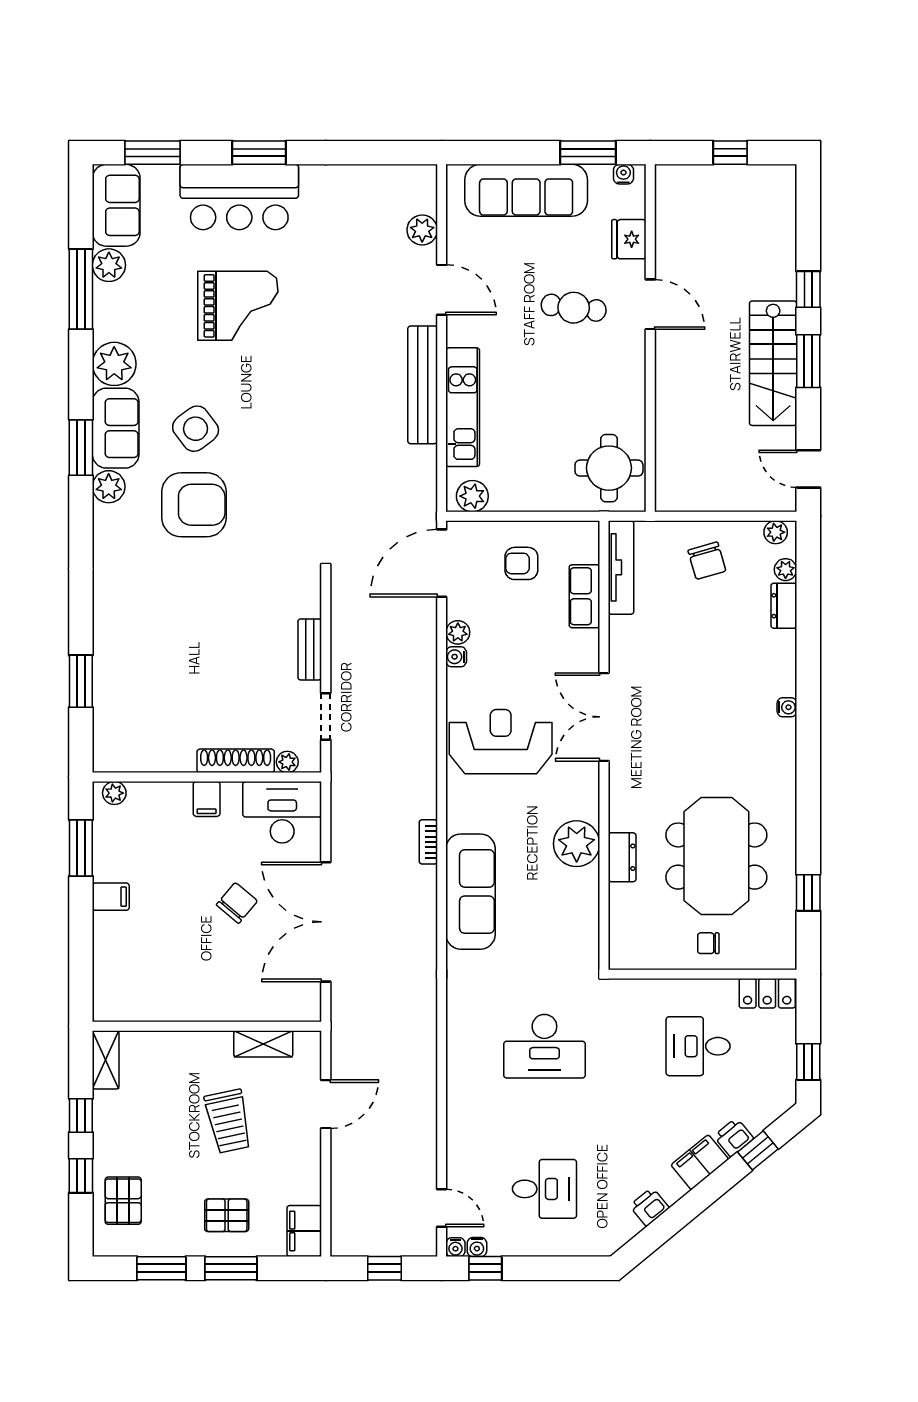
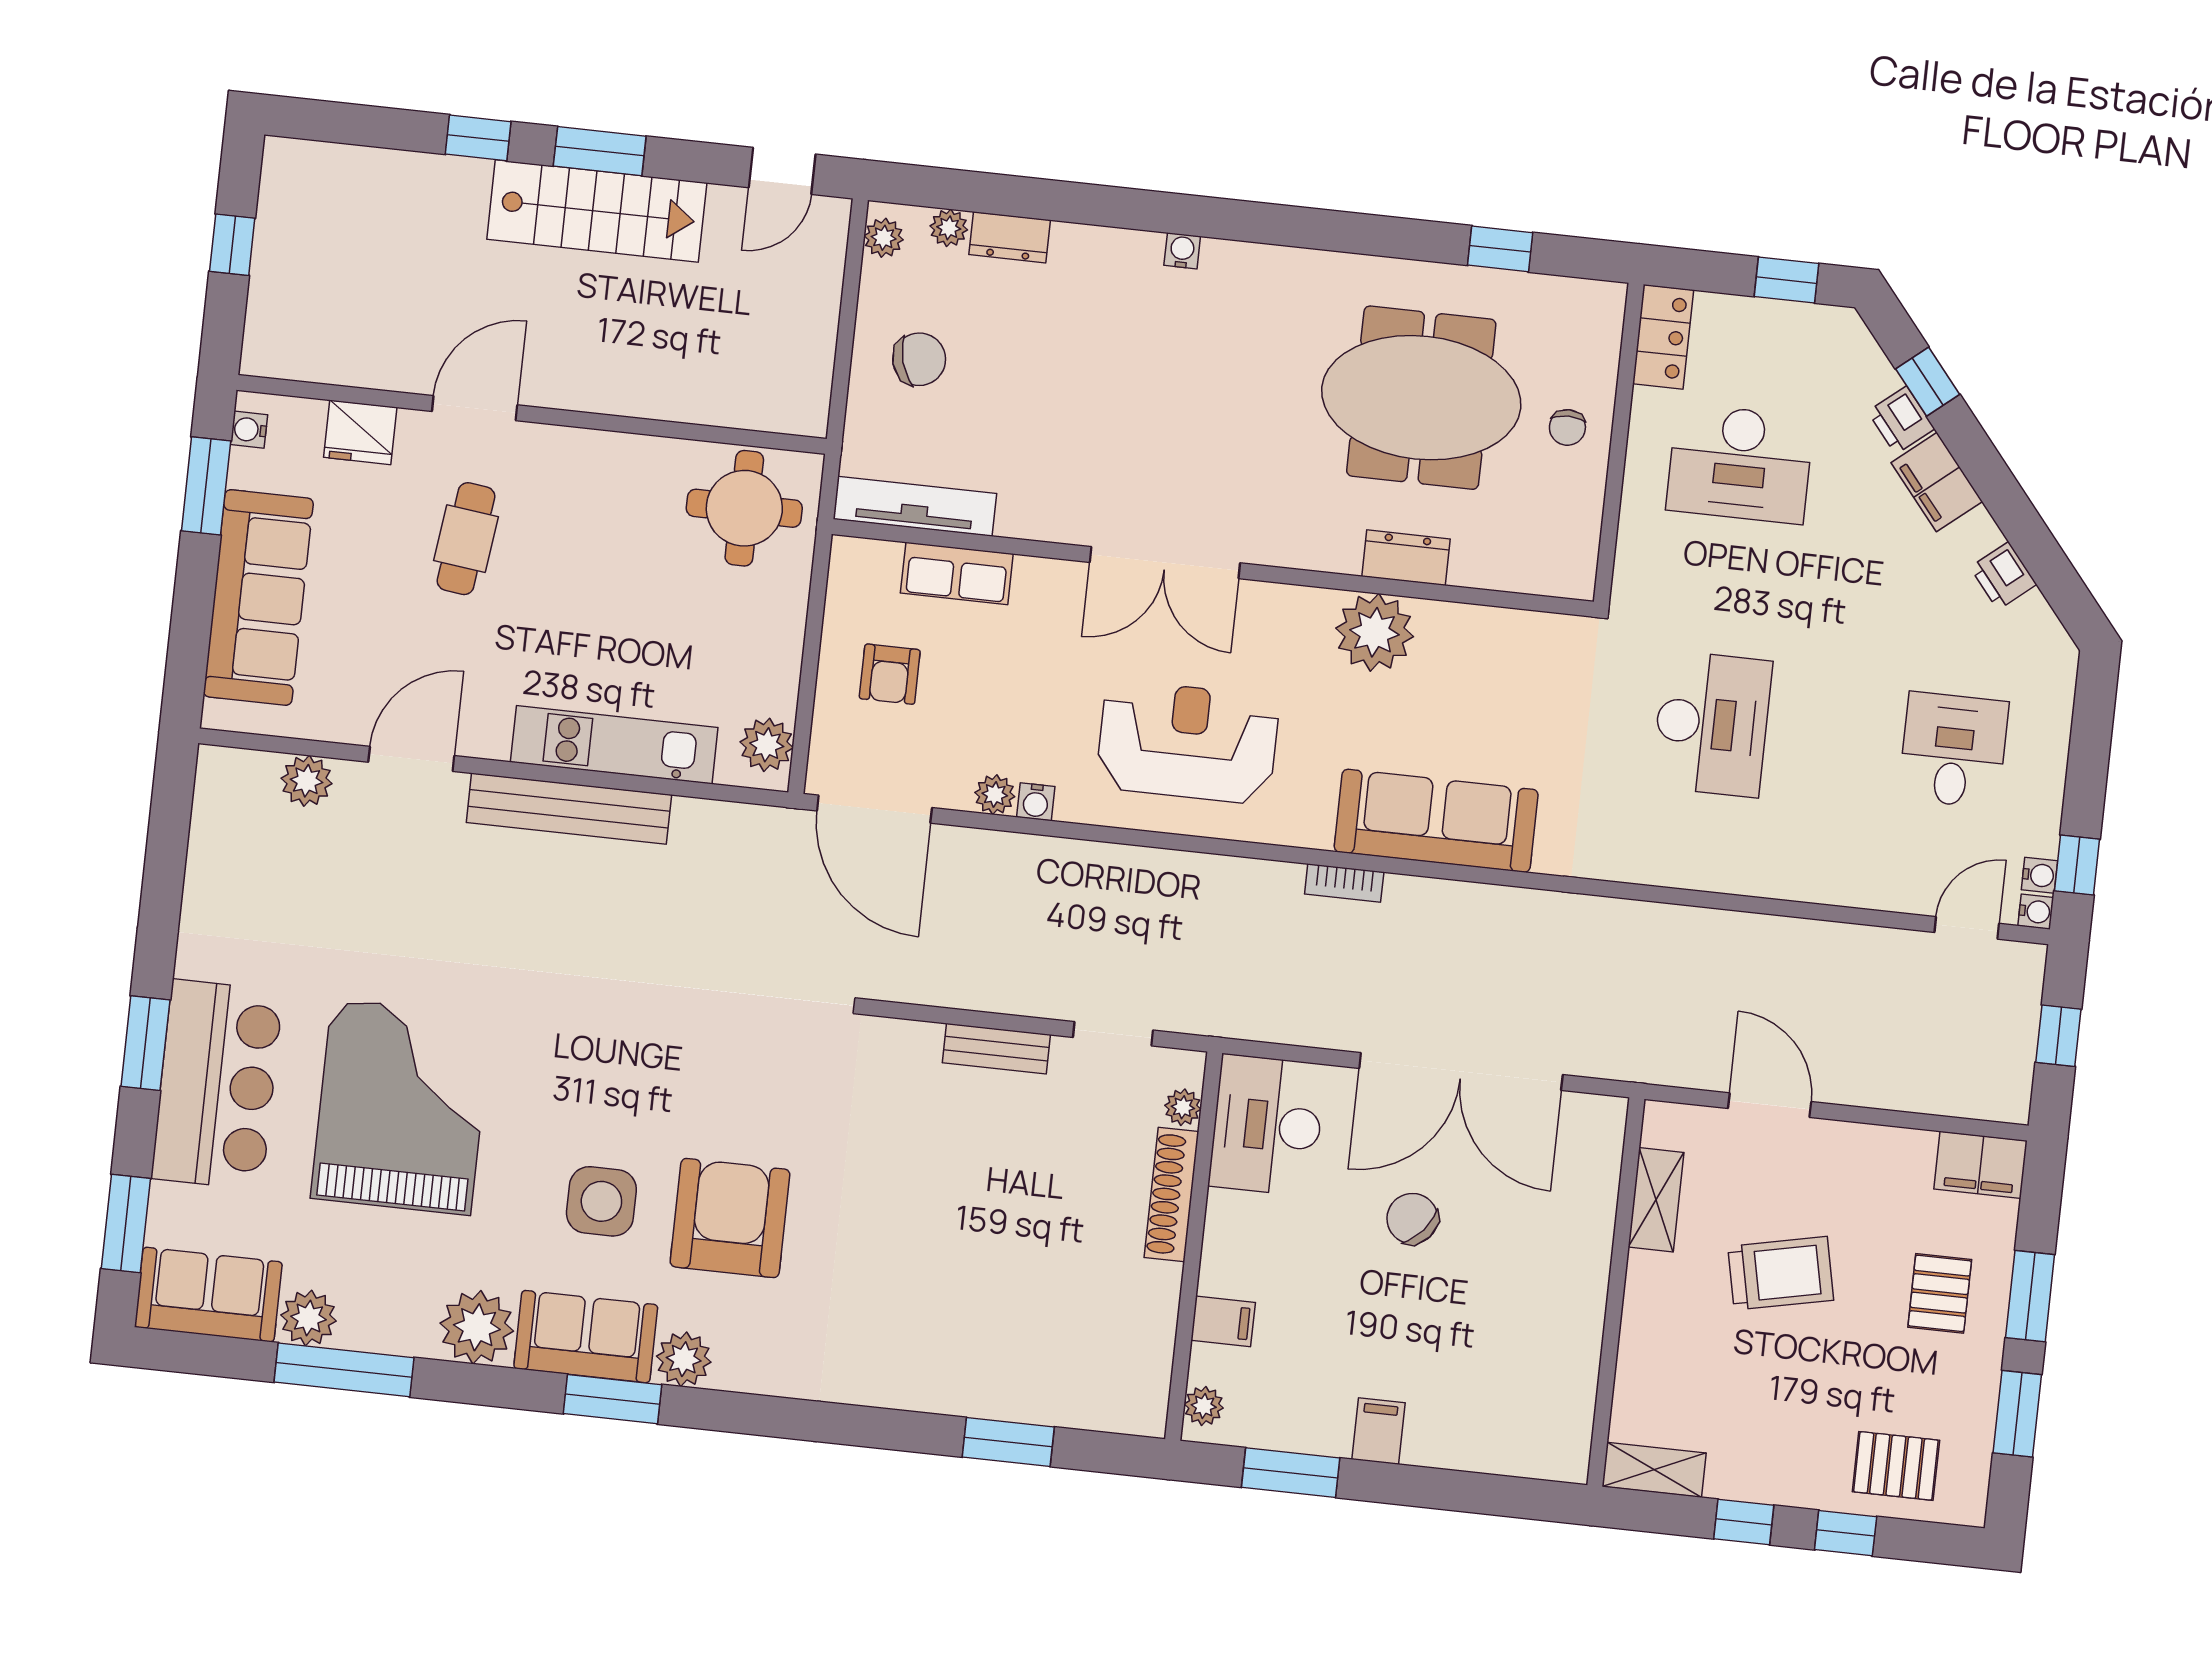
grand piano: (238, 306) -> (401, 1107), width x1.37, depth x1.48
side table: (196, 429) -> (601, 1201), turned 37
reception desk: (501, 742) -> (1188, 742), turned 90
filing cabinet: (207, 799) -> (1223, 1321), moved
desk: (698, 1046) -> (1740, 464), width x1.37

